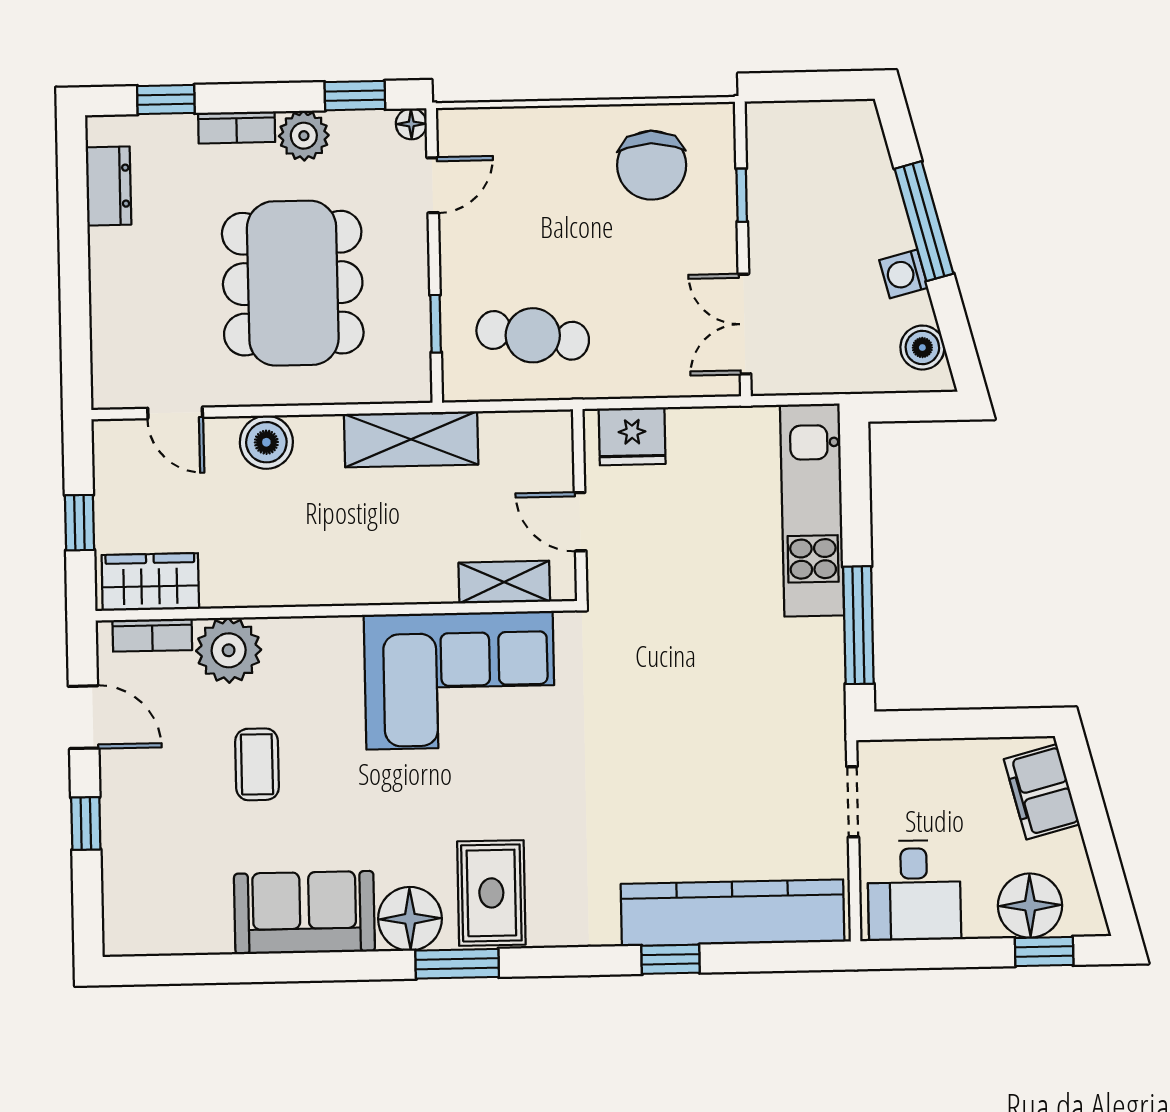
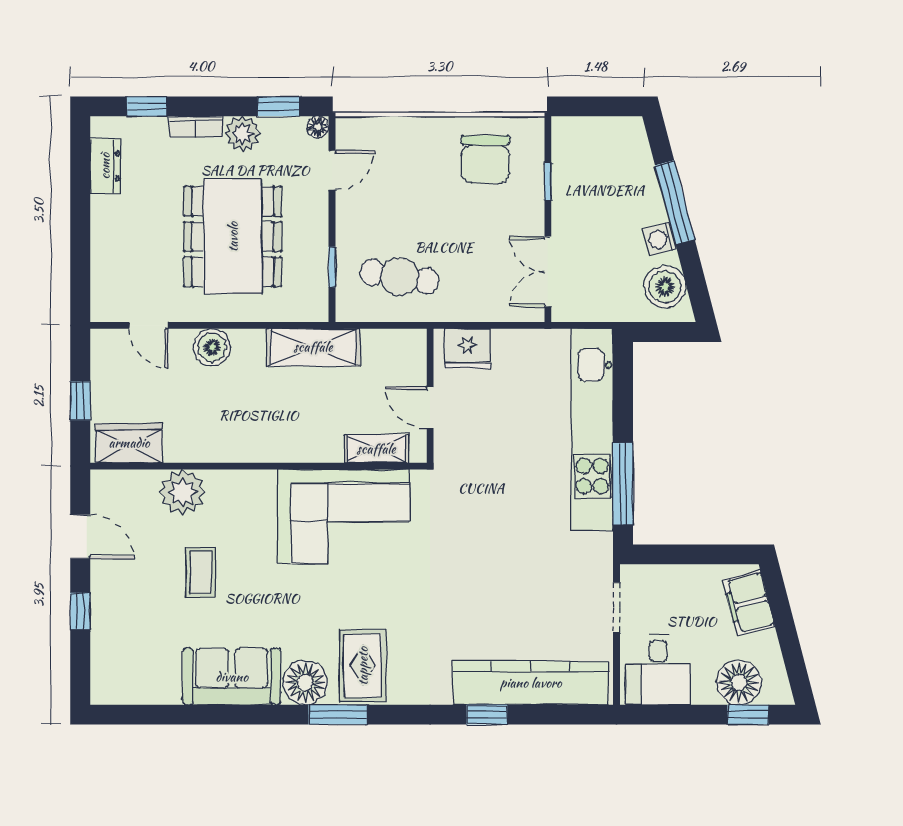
boiler: (922, 348) -> (665, 287), width x1.36, depth x1.36
kitchen unit: (812, 510) -> (592, 430), width x1.36
bookcase: (152, 635) -> (129, 480), removed

